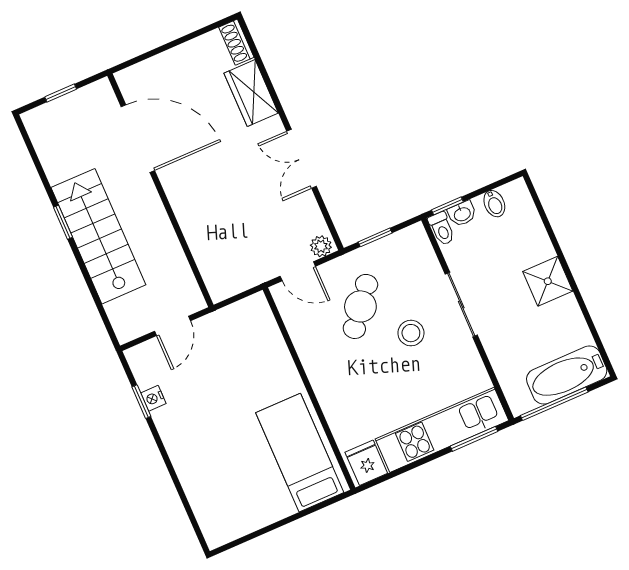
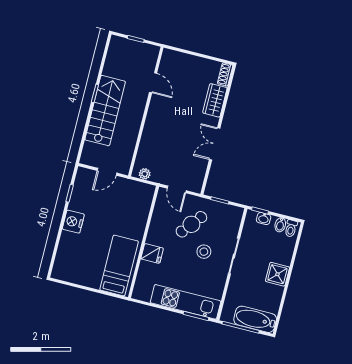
door: (138, 139) -> (153, 83), width x0.53
toilet: (442, 229) -> (291, 228), moved
plant: (321, 246) -> (145, 174), moved
nightstand: (153, 398) -> (73, 222), moved, width x1.89, depth x1.79
fridge: (366, 463) -> (152, 253), moved, turned 90

